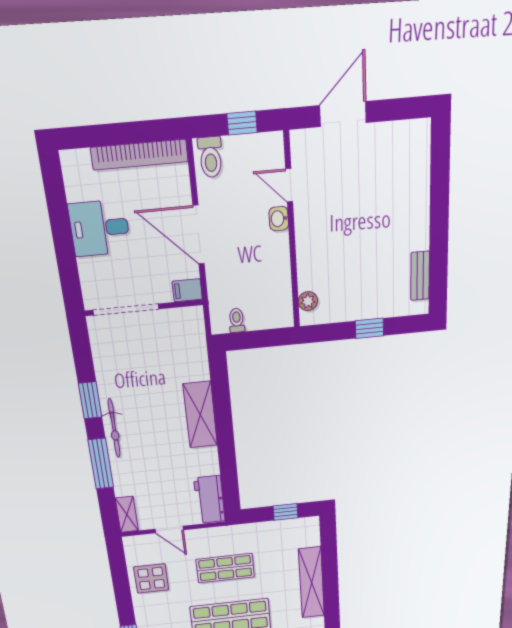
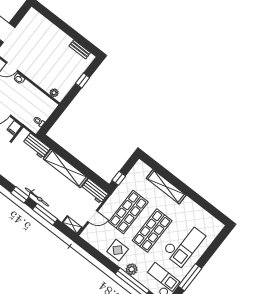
workbench: (193, 353) -> (36, 146), added
shelving: (200, 415) -> (66, 168), width x1.47
window: (285, 512) -> (119, 178), moved
shop shelf: (225, 568) -> (128, 212), width x1.43, depth x1.36
display table: (151, 578) -> (118, 250), moved

